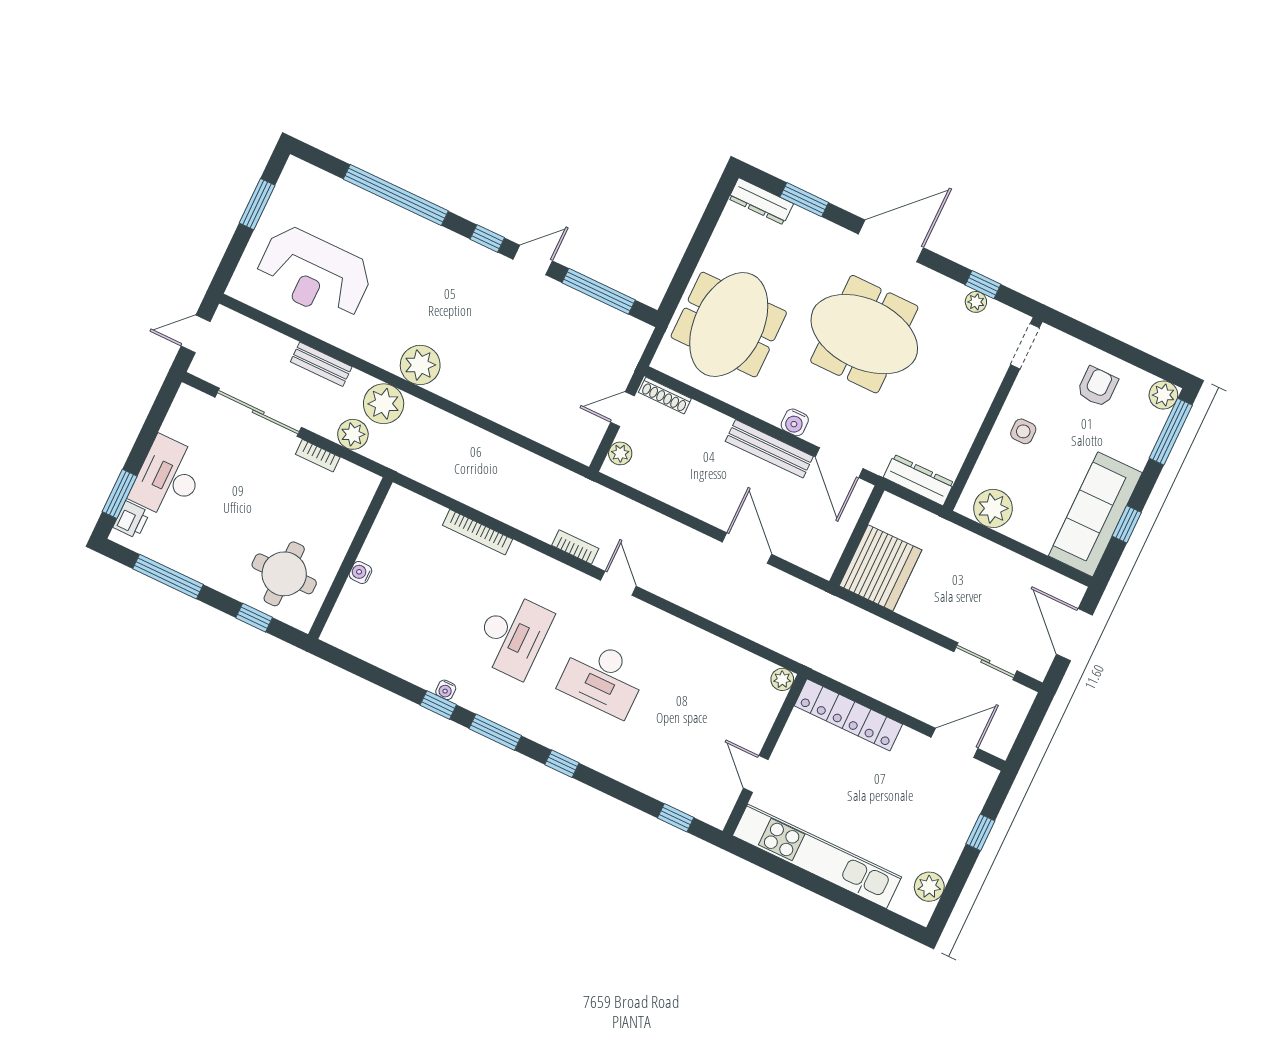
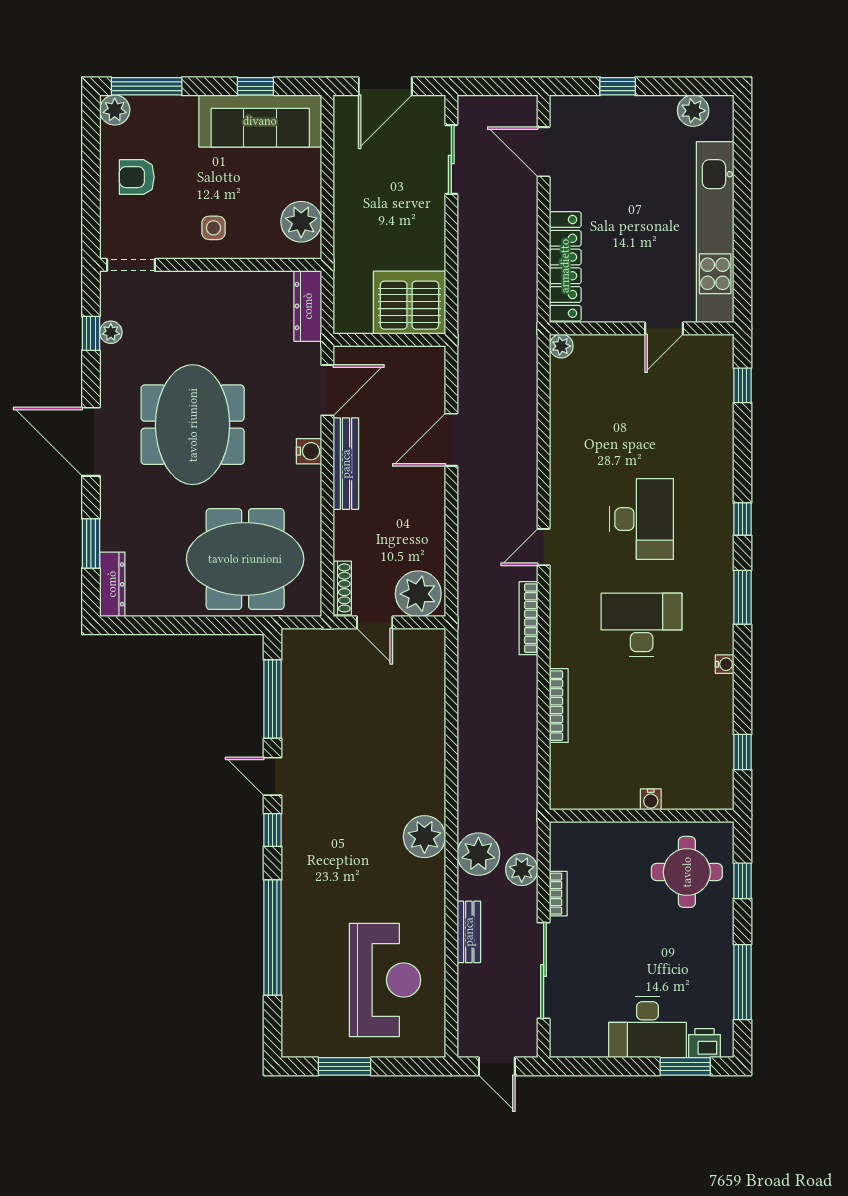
plant: (620, 453) -> (418, 594), width x1.88, depth x1.88
bookcase: (575, 547) -> (528, 618), width x1.56
window: (438, 705) -> (742, 752), moved

